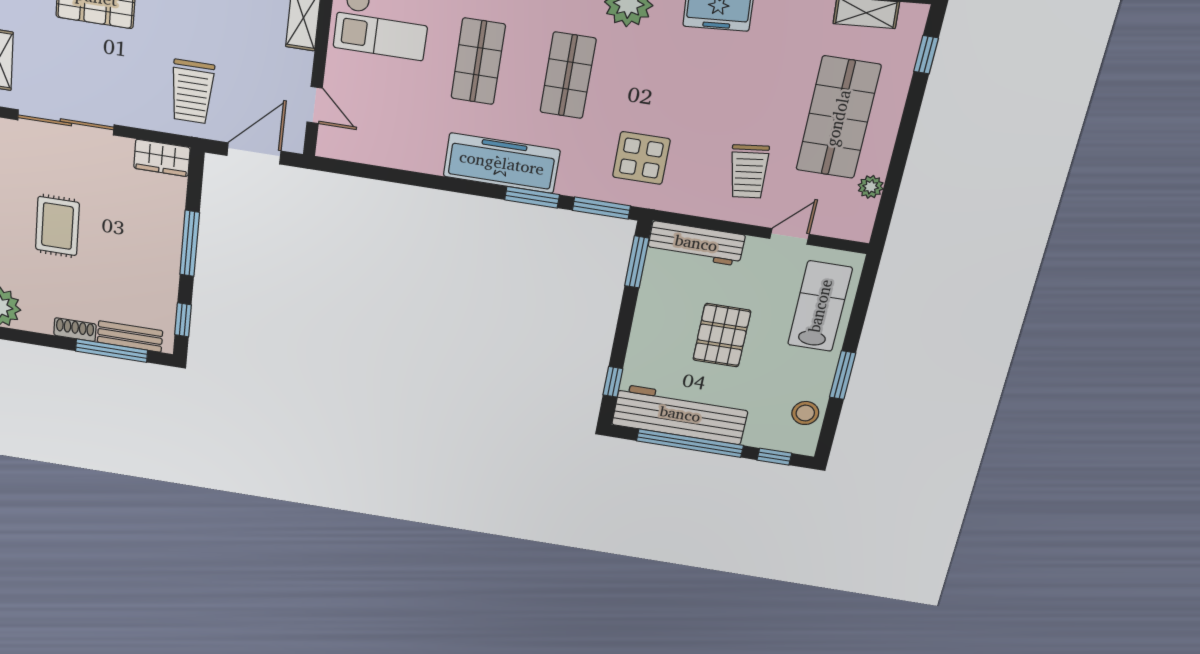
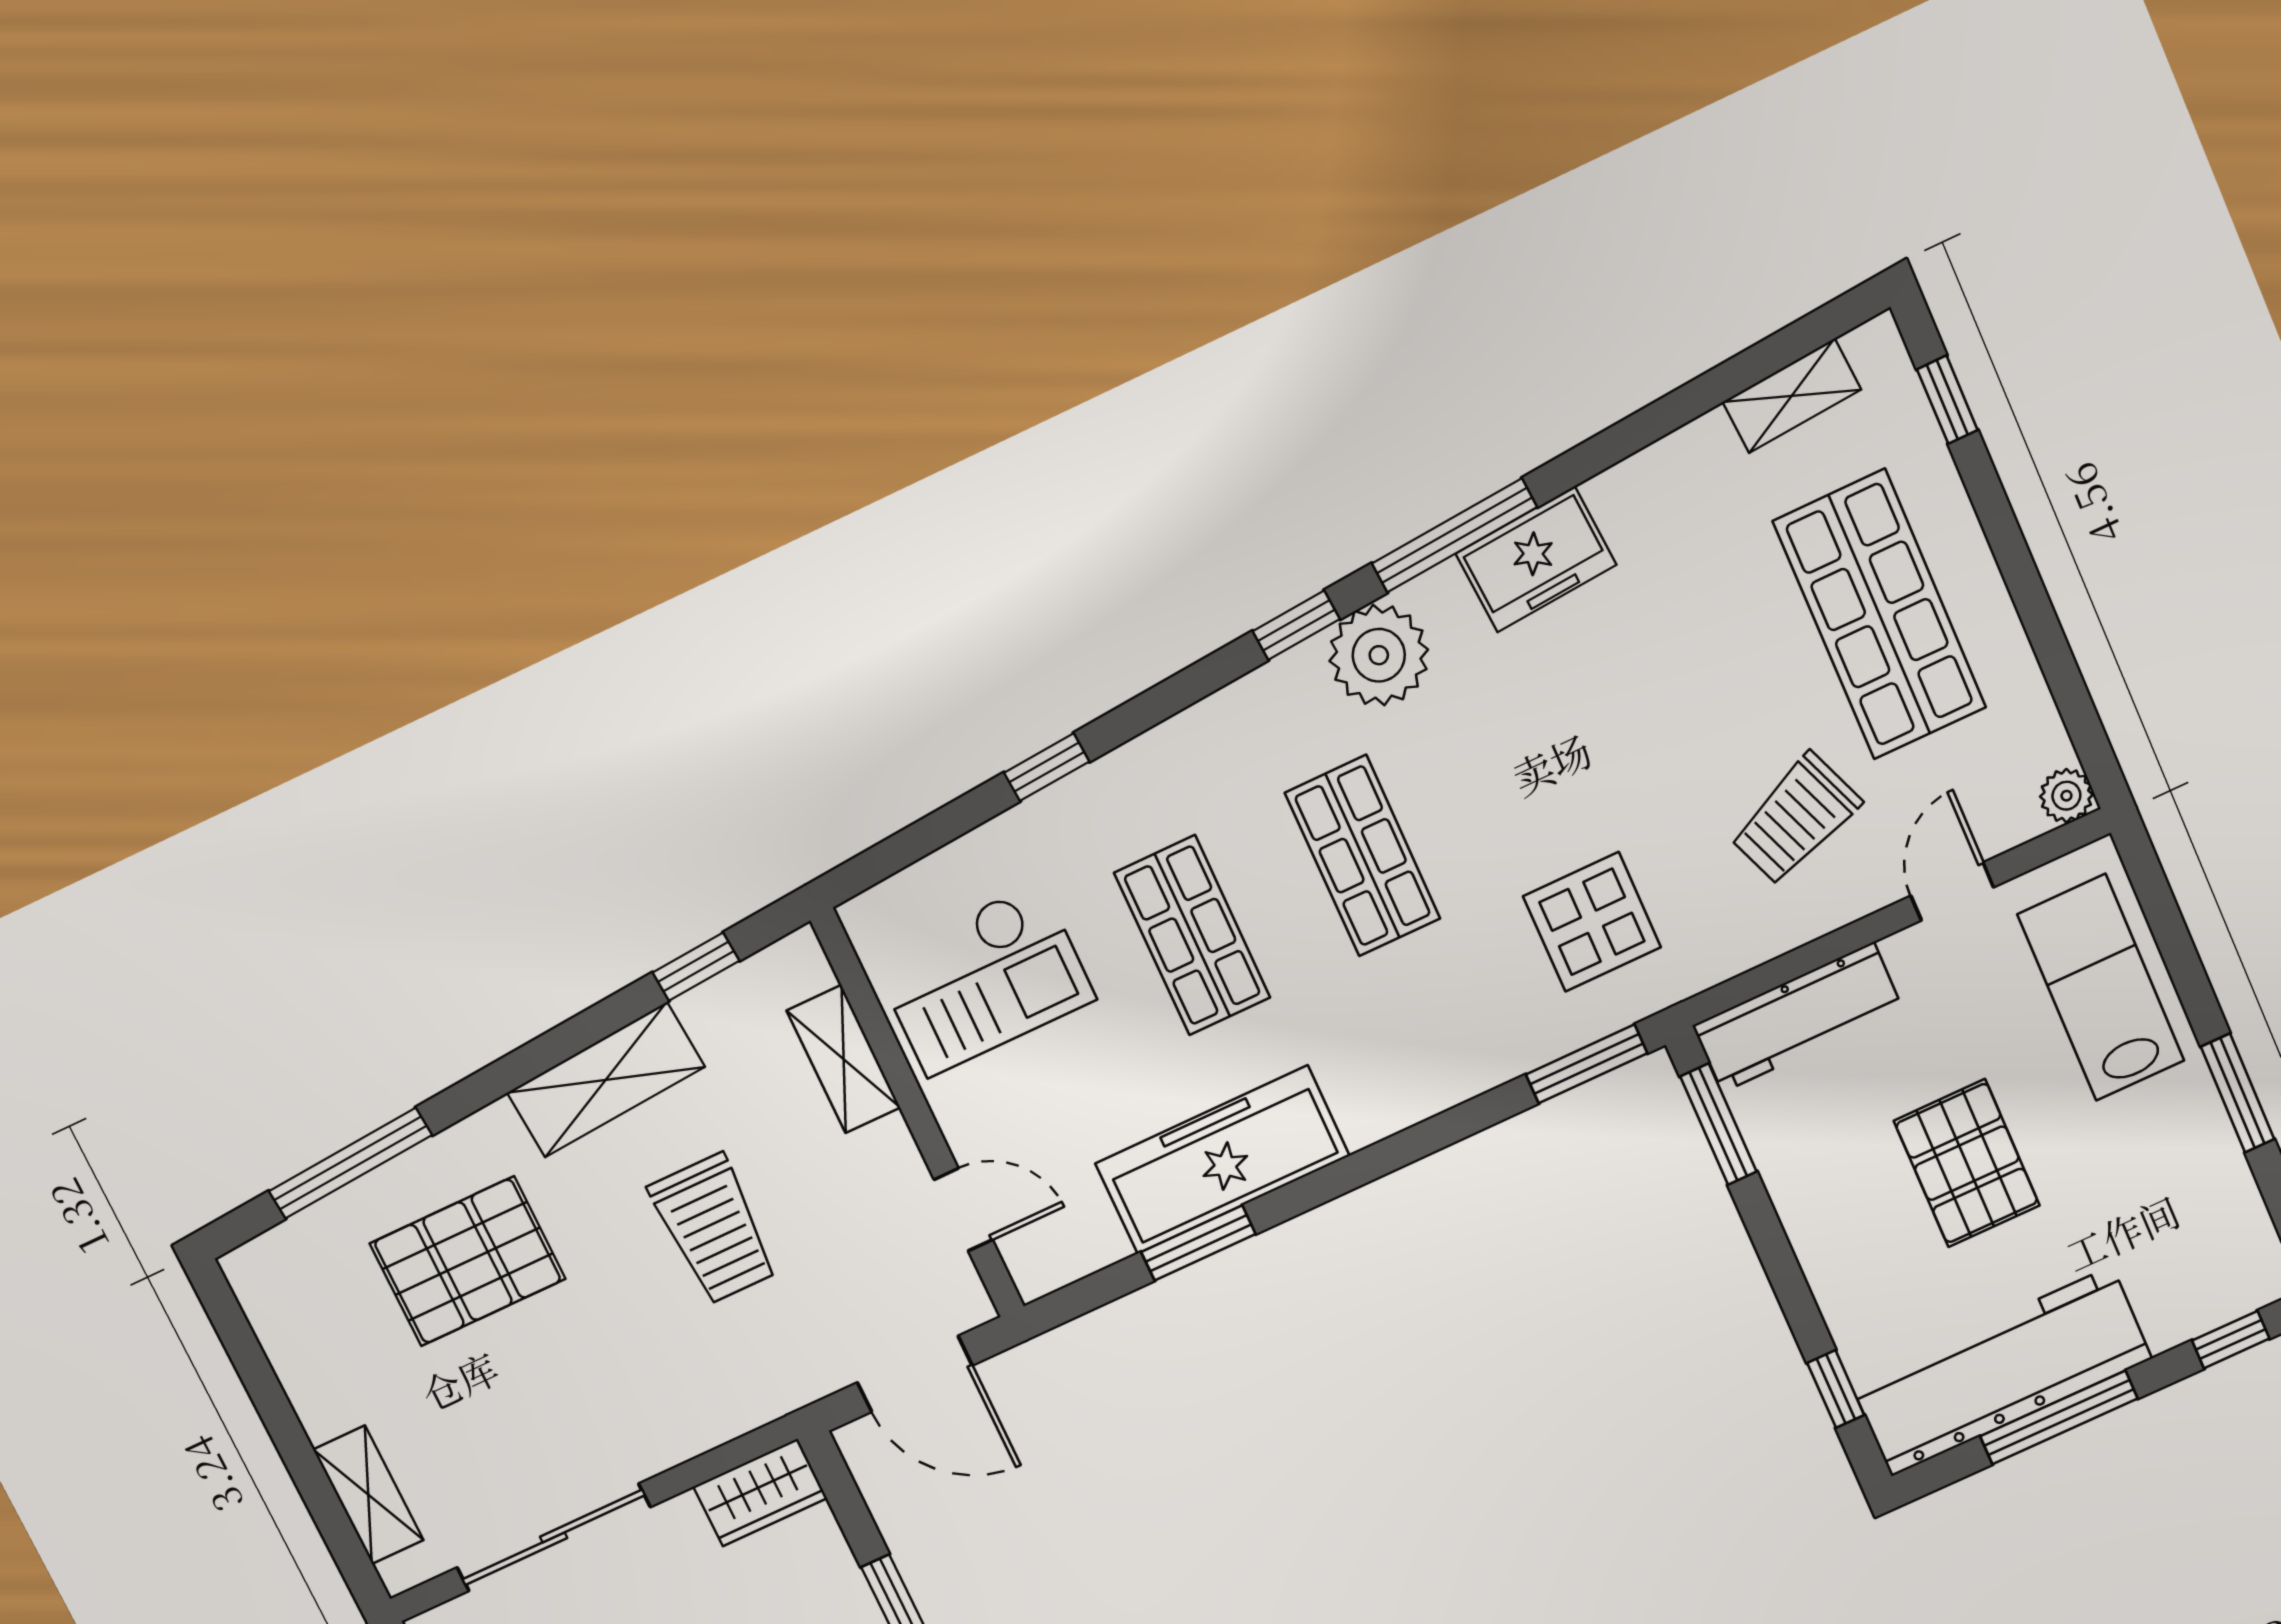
trolley: (192, 92) -> (714, 1229), moved
door: (254, 153) -> (915, 1374), swing flipped
freezer: (502, 163) -> (1222, 1160), moved
trolley: (749, 172) -> (1796, 819), turned 75
plant: (871, 187) -> (2066, 796), moved
window: (532, 197) -> (1198, 1243), moved
stool: (805, 413) -> (2224, 1214), removed
window: (690, 443) -> (2059, 1417), width x0.68

